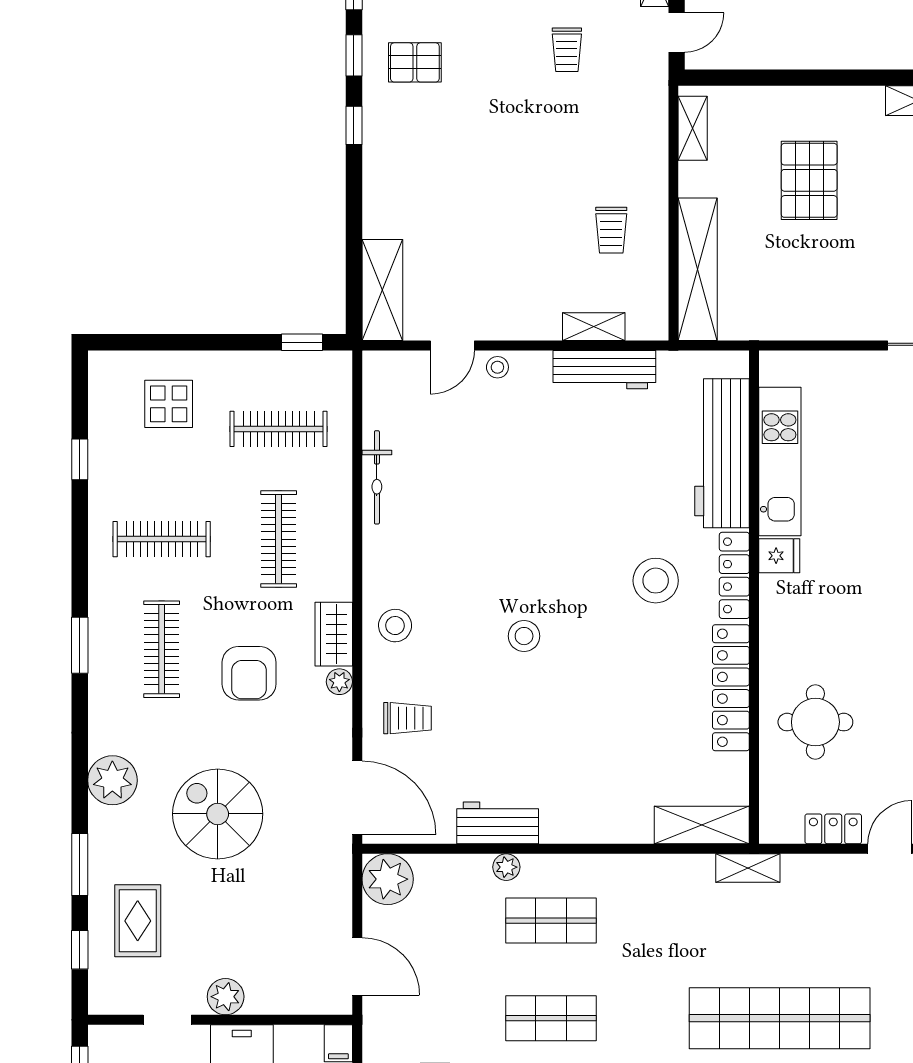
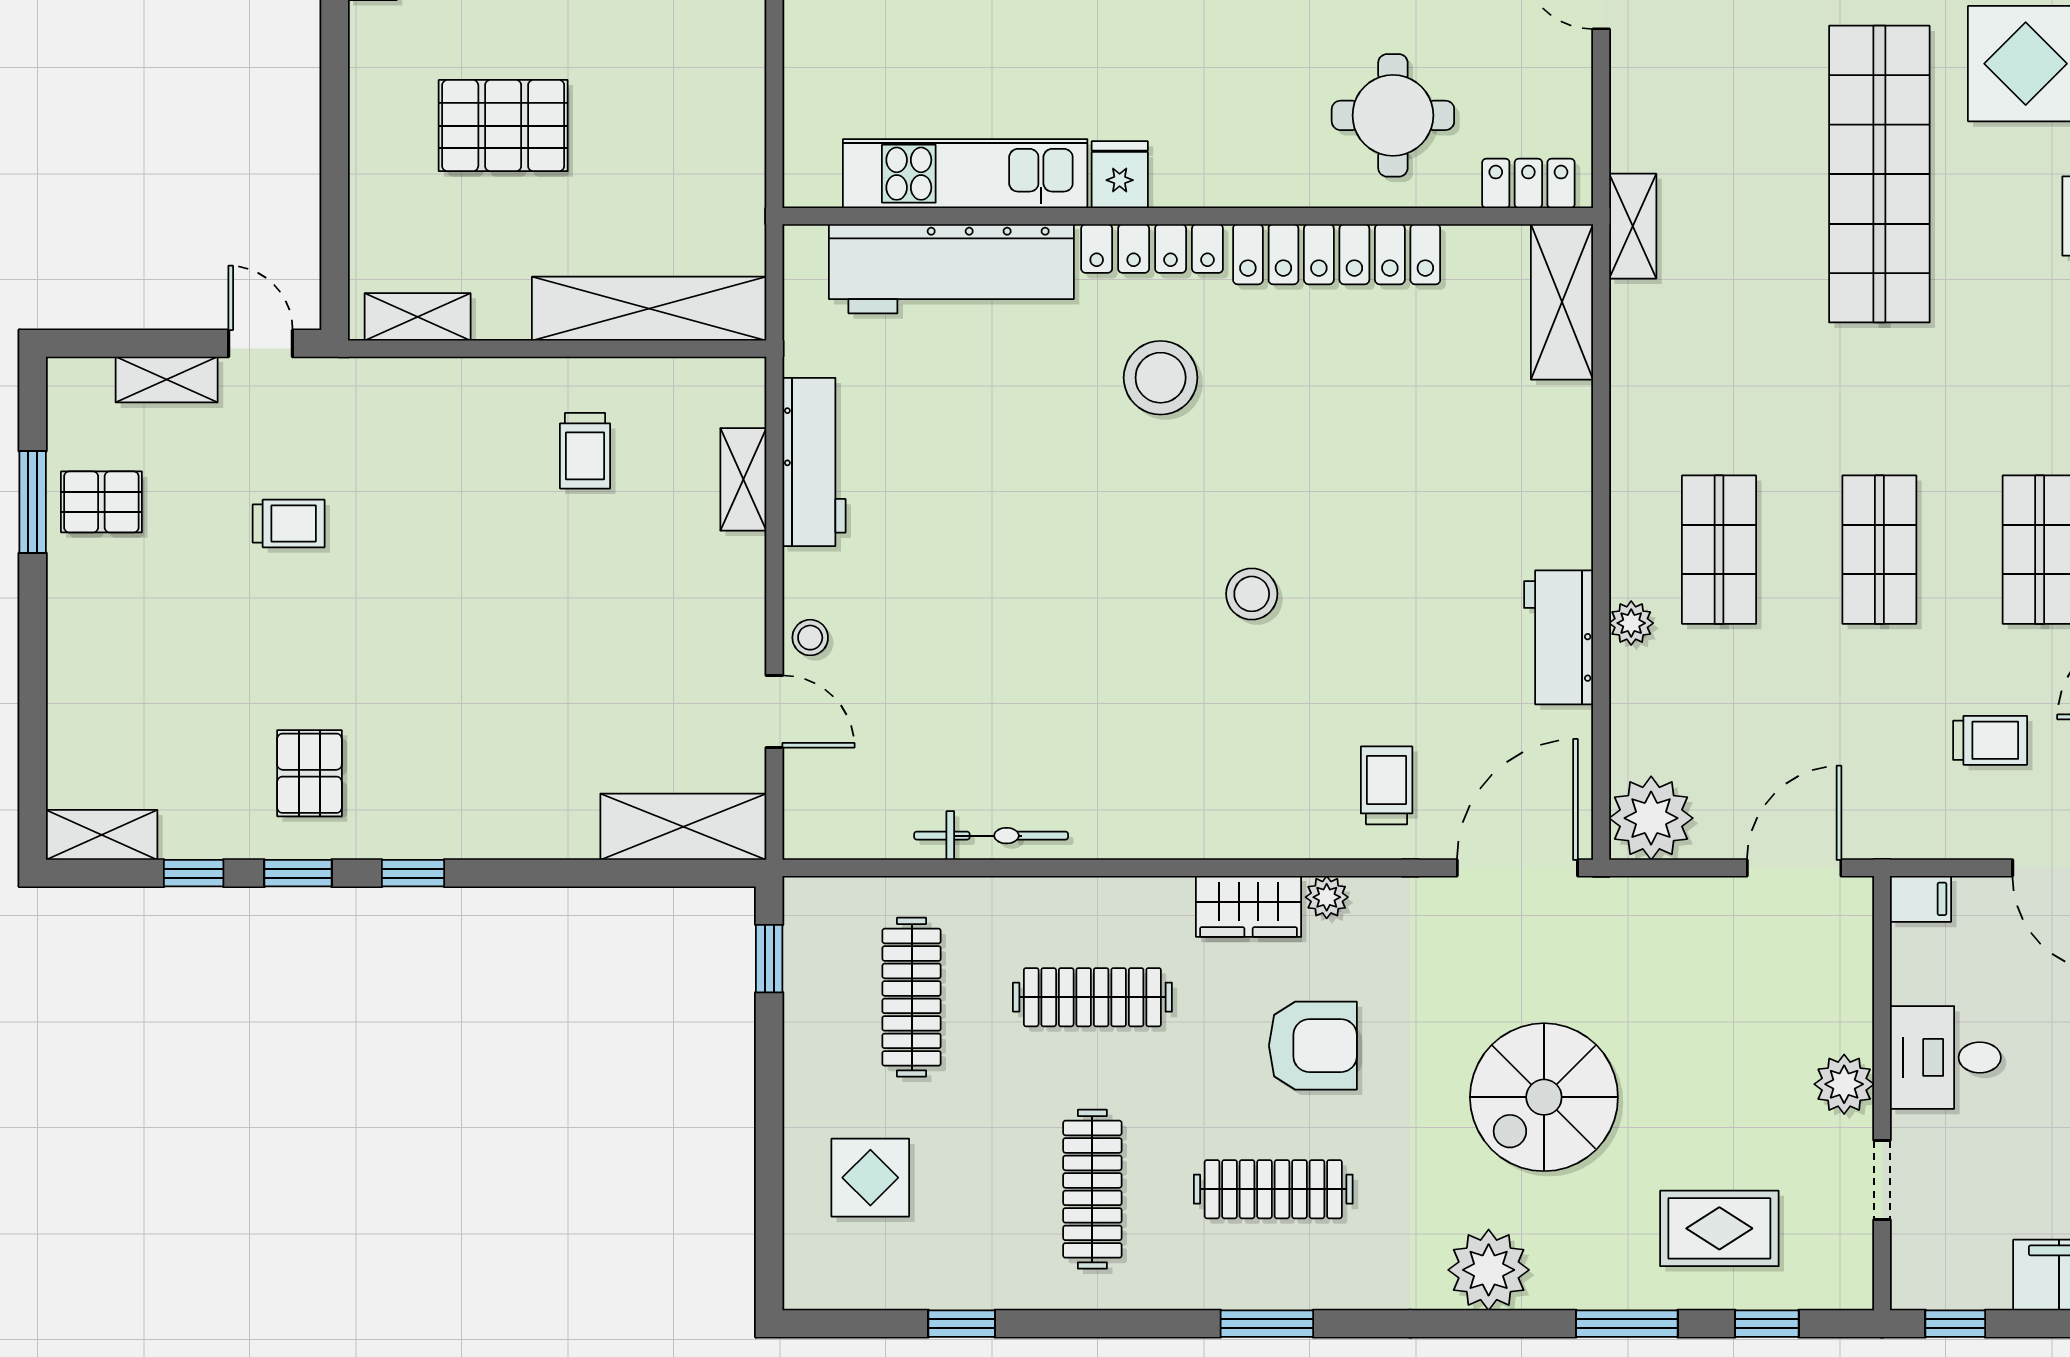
trolley: (611, 230) -> (585, 451), turned 90
stool: (395, 626) -> (1234, 806), removed
locker: (833, 829) -> (1528, 183), moved, turned 90

